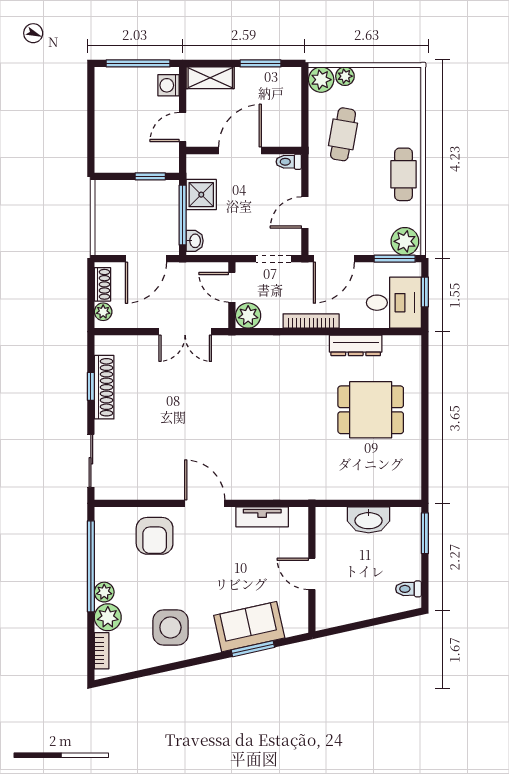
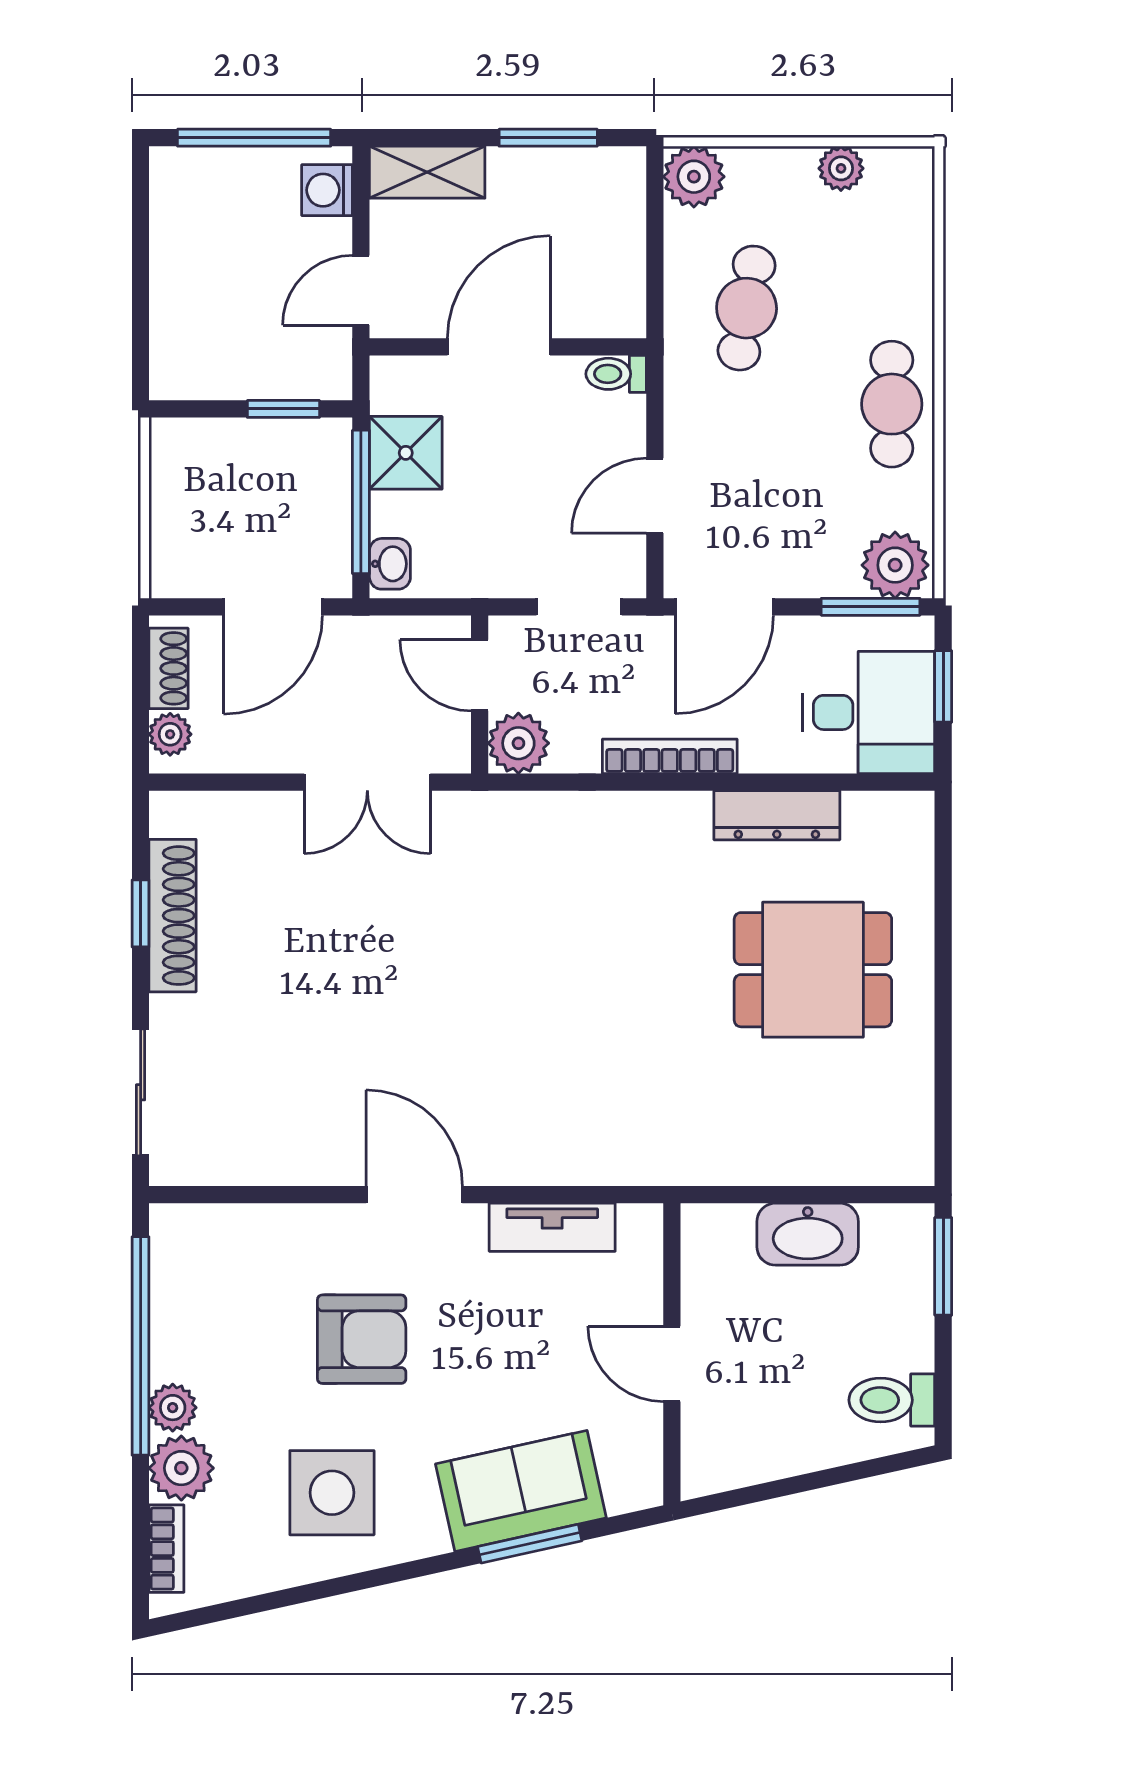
plant: (345, 76) -> (841, 168), moved
armchair: (155, 536) -> (362, 1339), moved, turned -90
toilet: (408, 589) -> (892, 1400), width x1.37, depth x1.39

